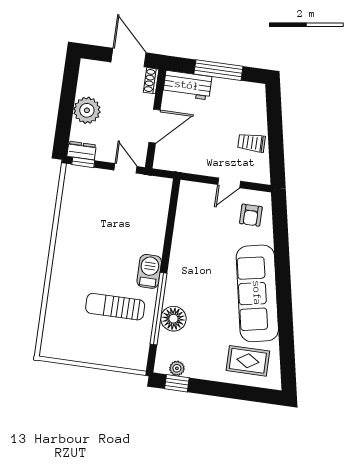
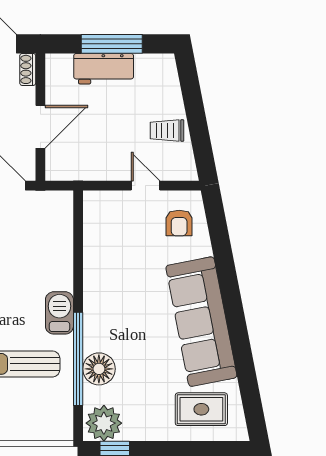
workbench: (187, 85) -> (104, 69), moved
door: (229, 183) -> (146, 186), swing flipped
plant: (177, 368) -> (104, 423), width x1.87, depth x1.87

